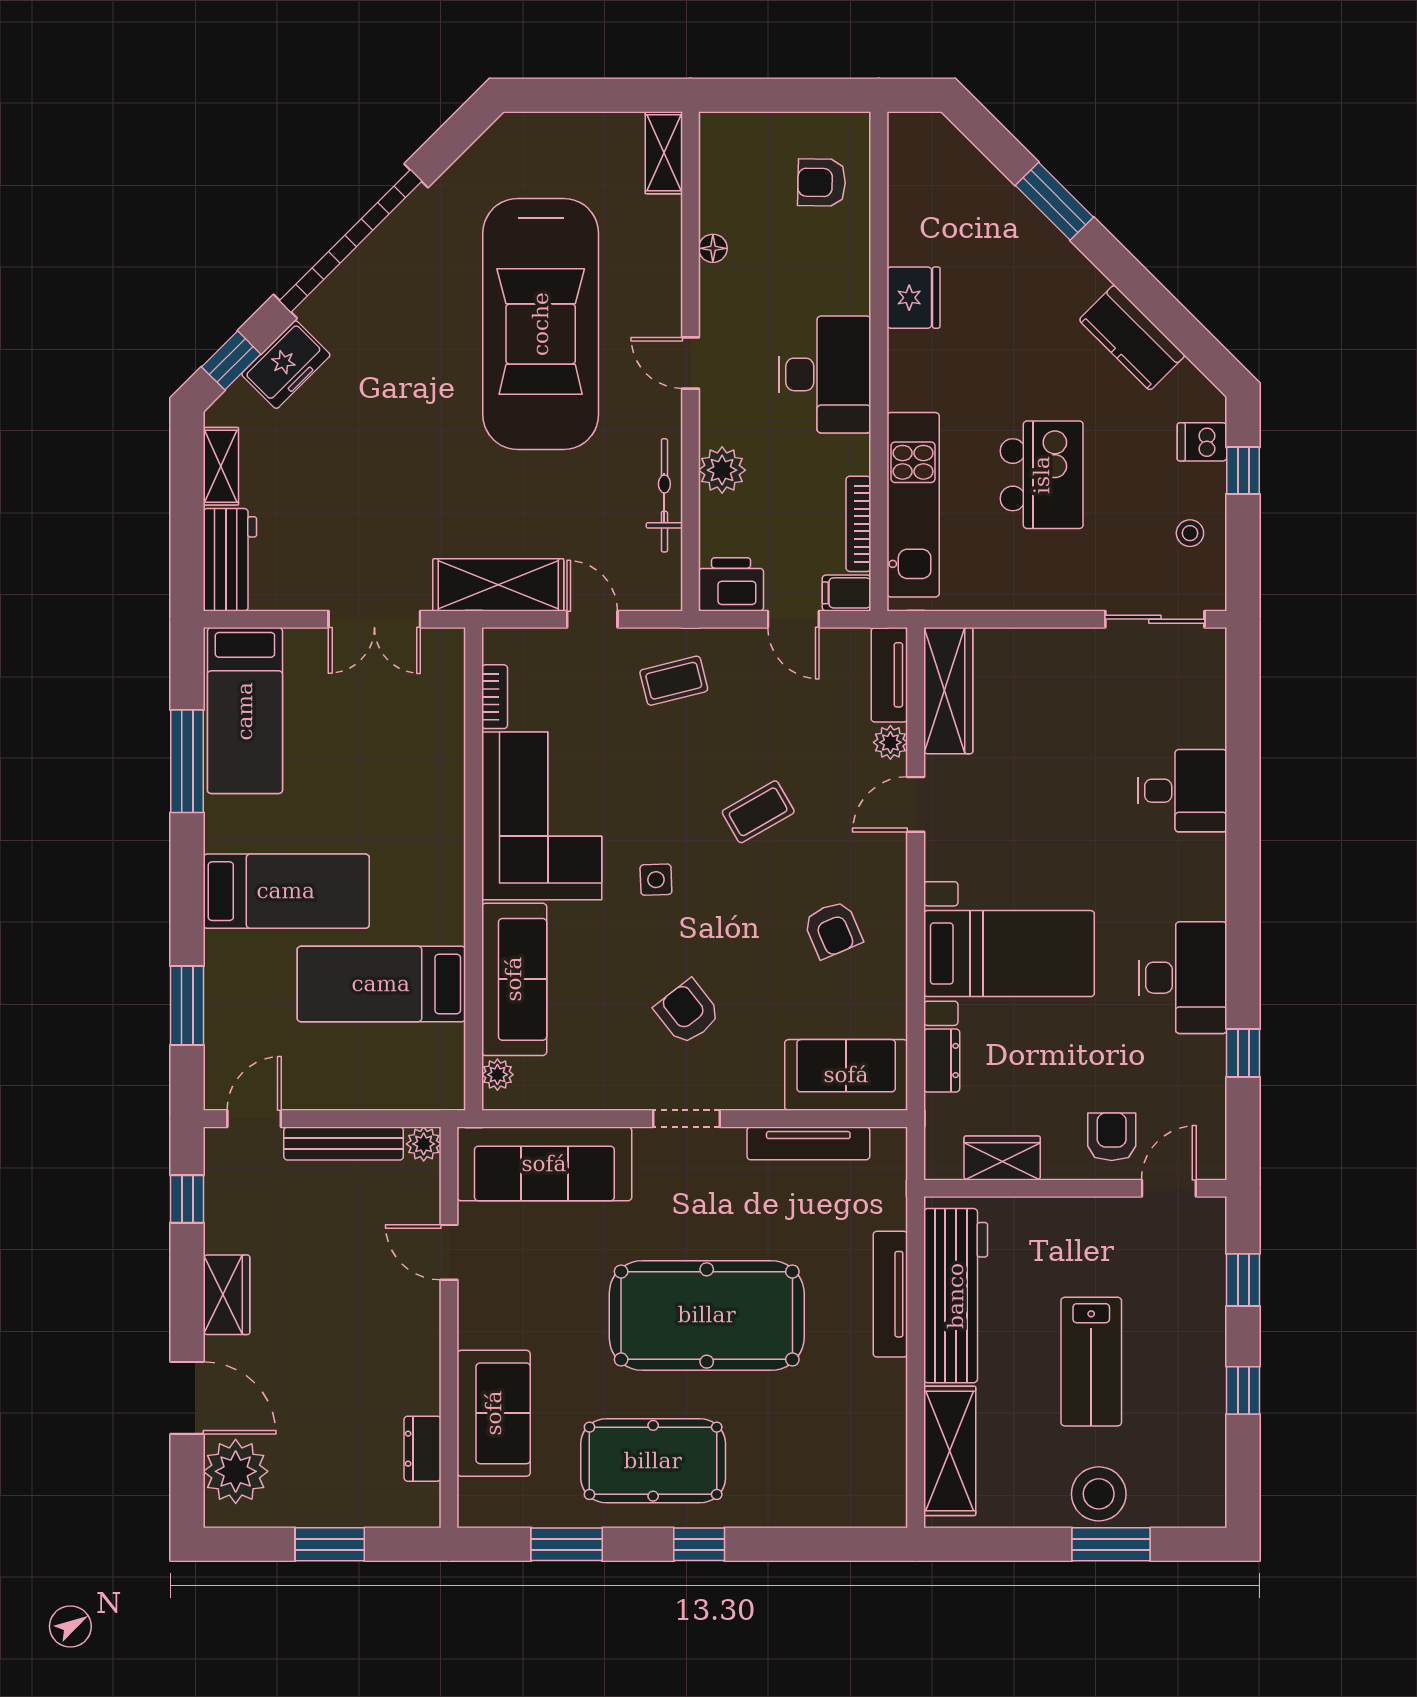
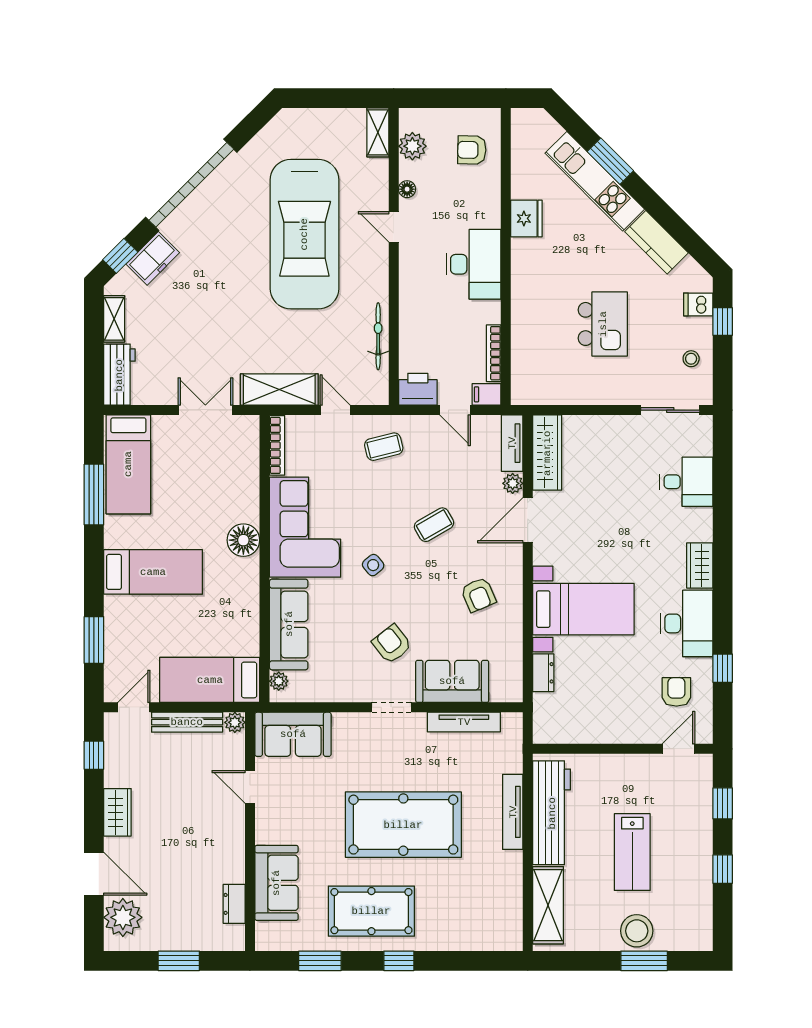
door: (691, 363) -> (394, 227), moved
plant: (722, 470) -> (412, 146), moved
kitchen unit: (913, 505) -> (595, 181), moved, turned 135
double door: (374, 619) -> (205, 410), swing flipped
bookcase: (495, 697) -> (277, 445), width x1.56
desk: (1182, 791) -> (686, 482), moved
door: (916, 804) -> (528, 520), width x1.38
floor lamp: (438, 838) -> (243, 540), added
side table: (656, 880) -> (373, 565), turned -38
bed: (381, 984) -> (210, 680), moved
sofa: (846, 1075) -> (452, 681), moved
armchair: (1112, 1137) -> (676, 692), moved
wardrobe: (1002, 1158) -> (700, 566), moved, turned -90
sofa: (544, 1164) -> (293, 734), width x0.73

